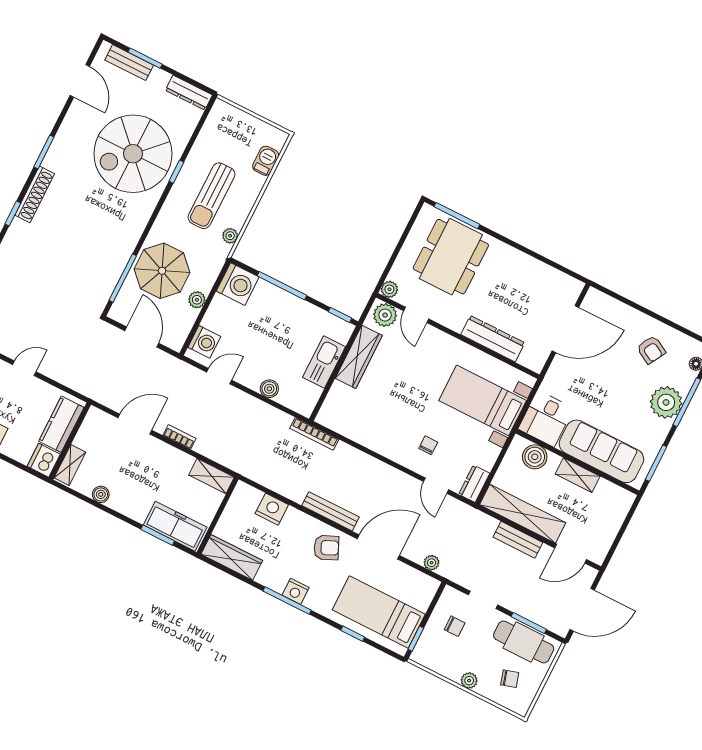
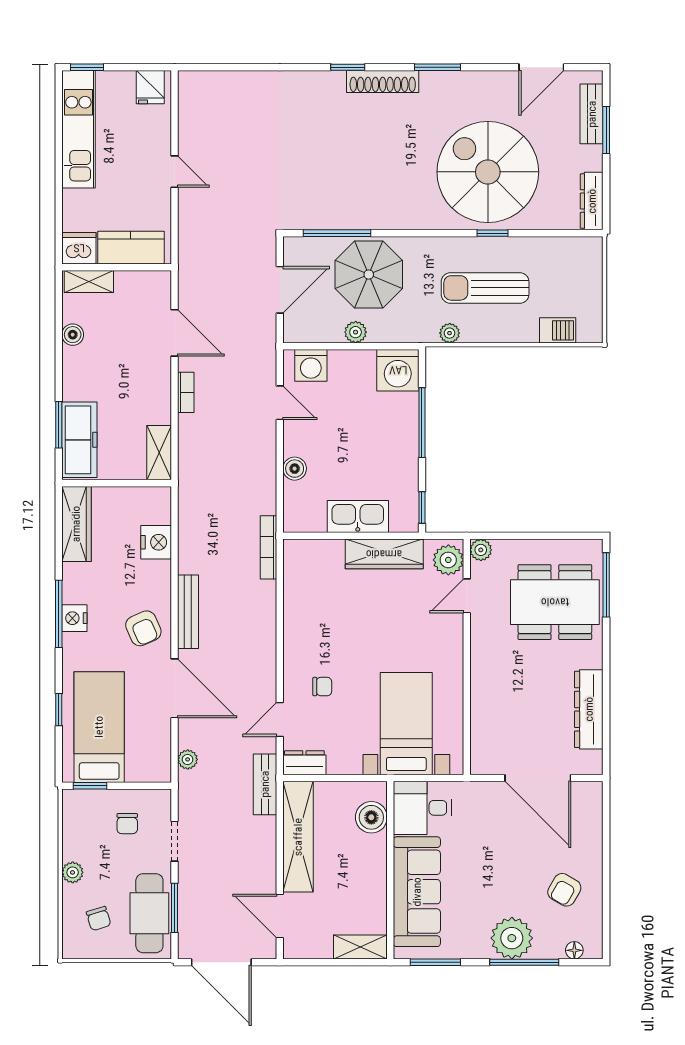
dresser: (493, 339) -> (589, 709), moved, turned 180
shelving: (578, 475) -> (360, 947), moved, turned 90
bench: (518, 540) -> (265, 784), moved

